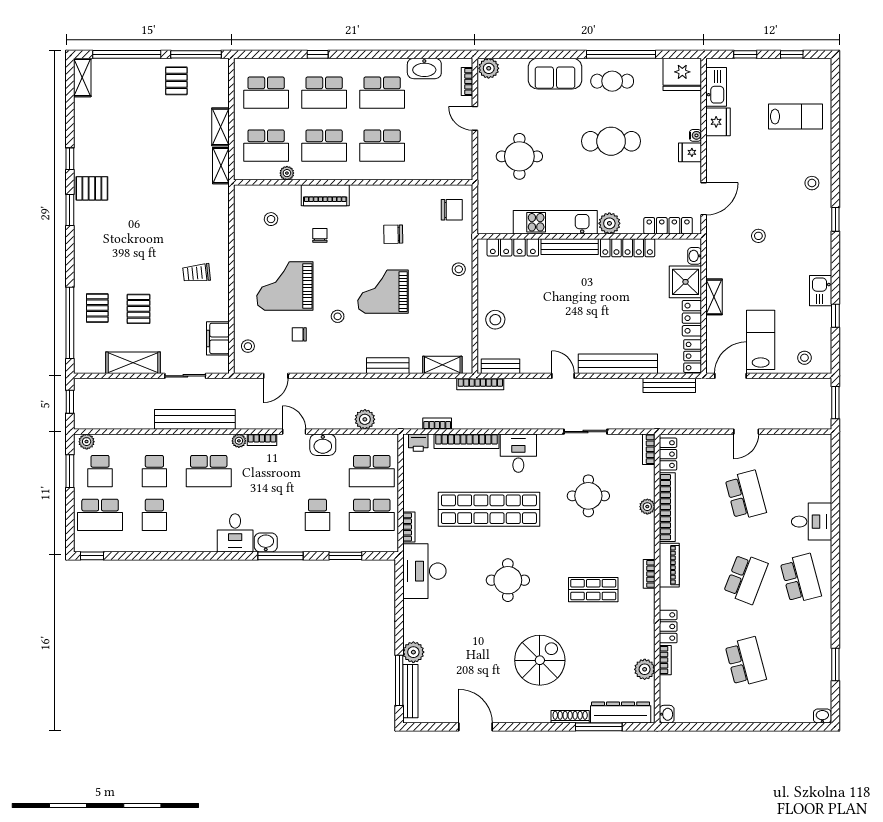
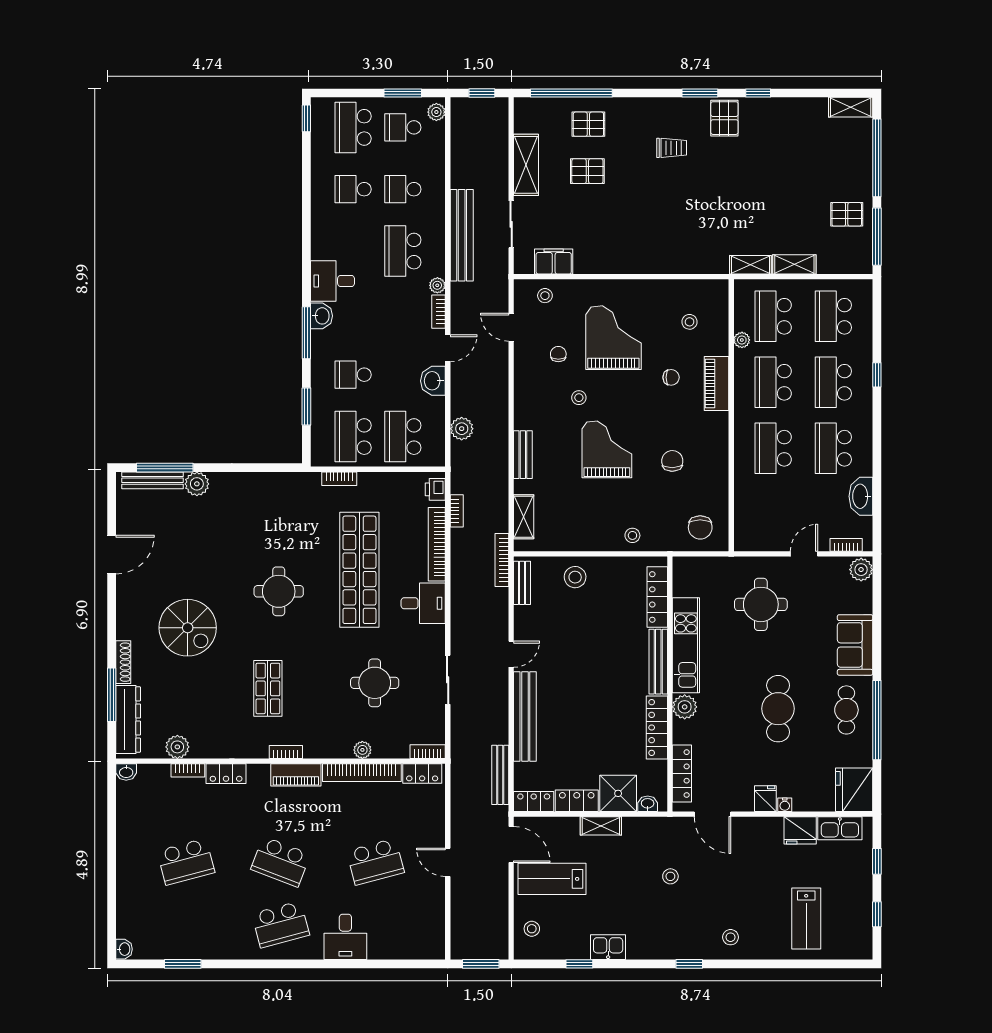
trolley: (197, 273) -> (672, 148), moved, turned 96
lab bench: (761, 340) -> (552, 879), turned 180
desk: (424, 571) -> (289, 496), removed

